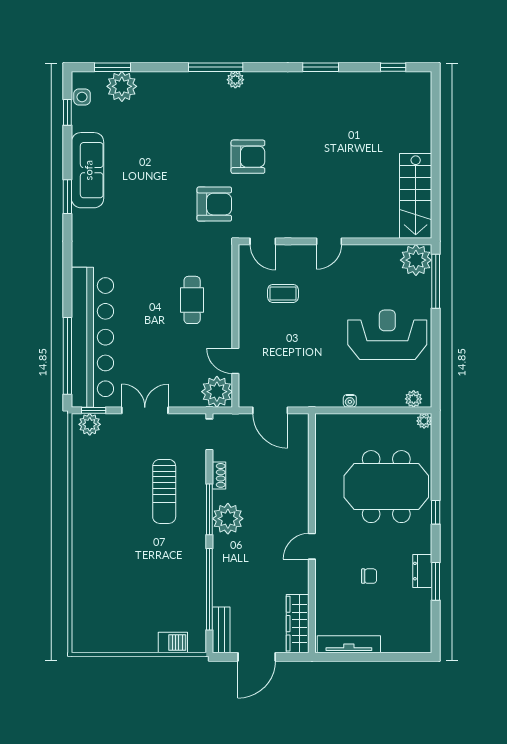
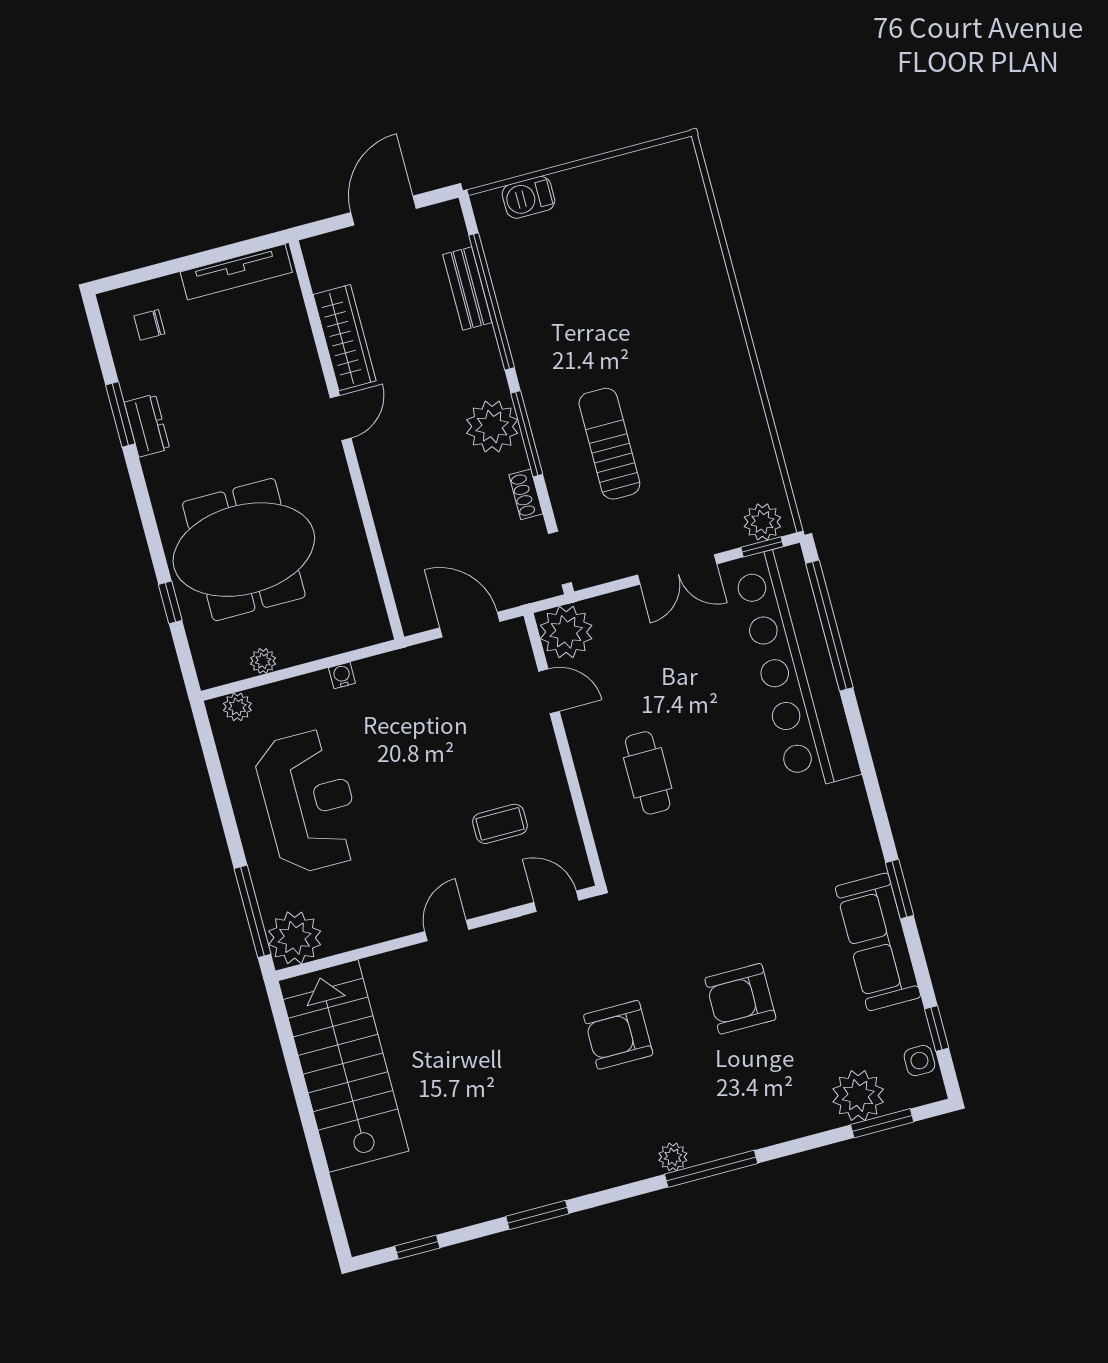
stairs: (416, 196) -> (344, 1066), width x1.36, depth x1.51
armchair: (214, 204) -> (740, 999), moved
reception desk: (387, 335) -> (309, 801), turned -90
plant: (424, 421) -> (263, 661), moved
window: (436, 512) -> (170, 602), moved
chair: (369, 576) -> (149, 325), moved
wardrobe: (298, 624) -> (345, 338), moved
bench: (221, 630) -> (467, 289), moved

